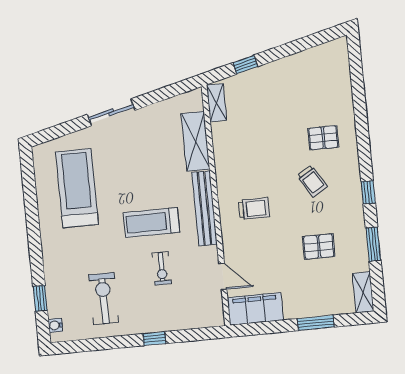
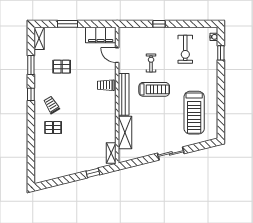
trolley: (312, 181) -> (52, 105), moved
trolley: (254, 209) -> (106, 85), moved

